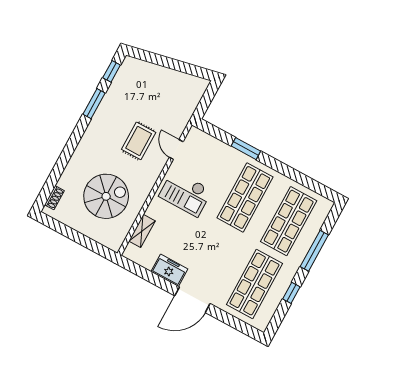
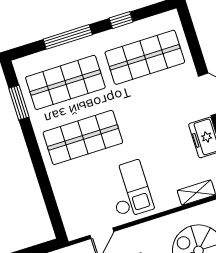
window: (246, 149) -> (19, 103), moved

